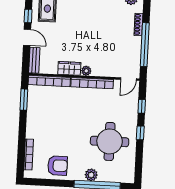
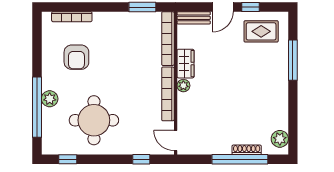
window: (145, 45) -> (240, 159), moved
window: (140, 133) -> (68, 159), moved
armchair: (58, 166) -> (76, 57), moved

